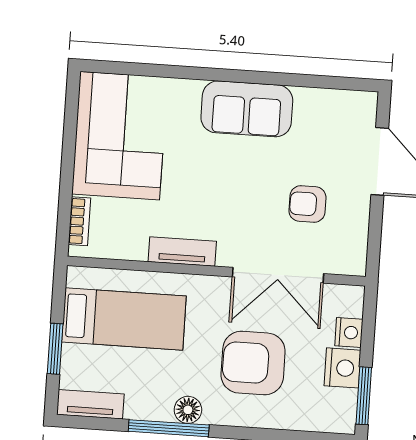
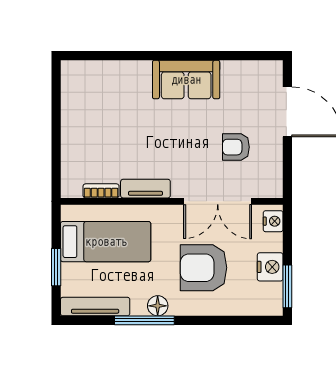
corner sofa: (120, 136) -> (93, 106), removed
bookcase: (79, 221) -> (101, 191), moved, turned -90
nightstand: (349, 332) -> (273, 221), moved
tv unit: (90, 404) -> (95, 307), width x1.41

